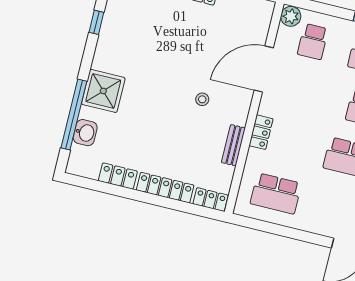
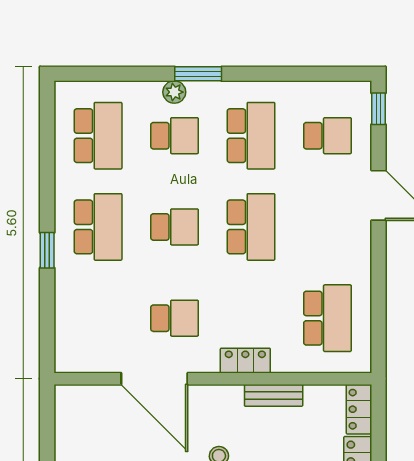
plant: (291, 16) -> (70, 358), removed
school desk: (313, 42) -> (175, 318), moved

